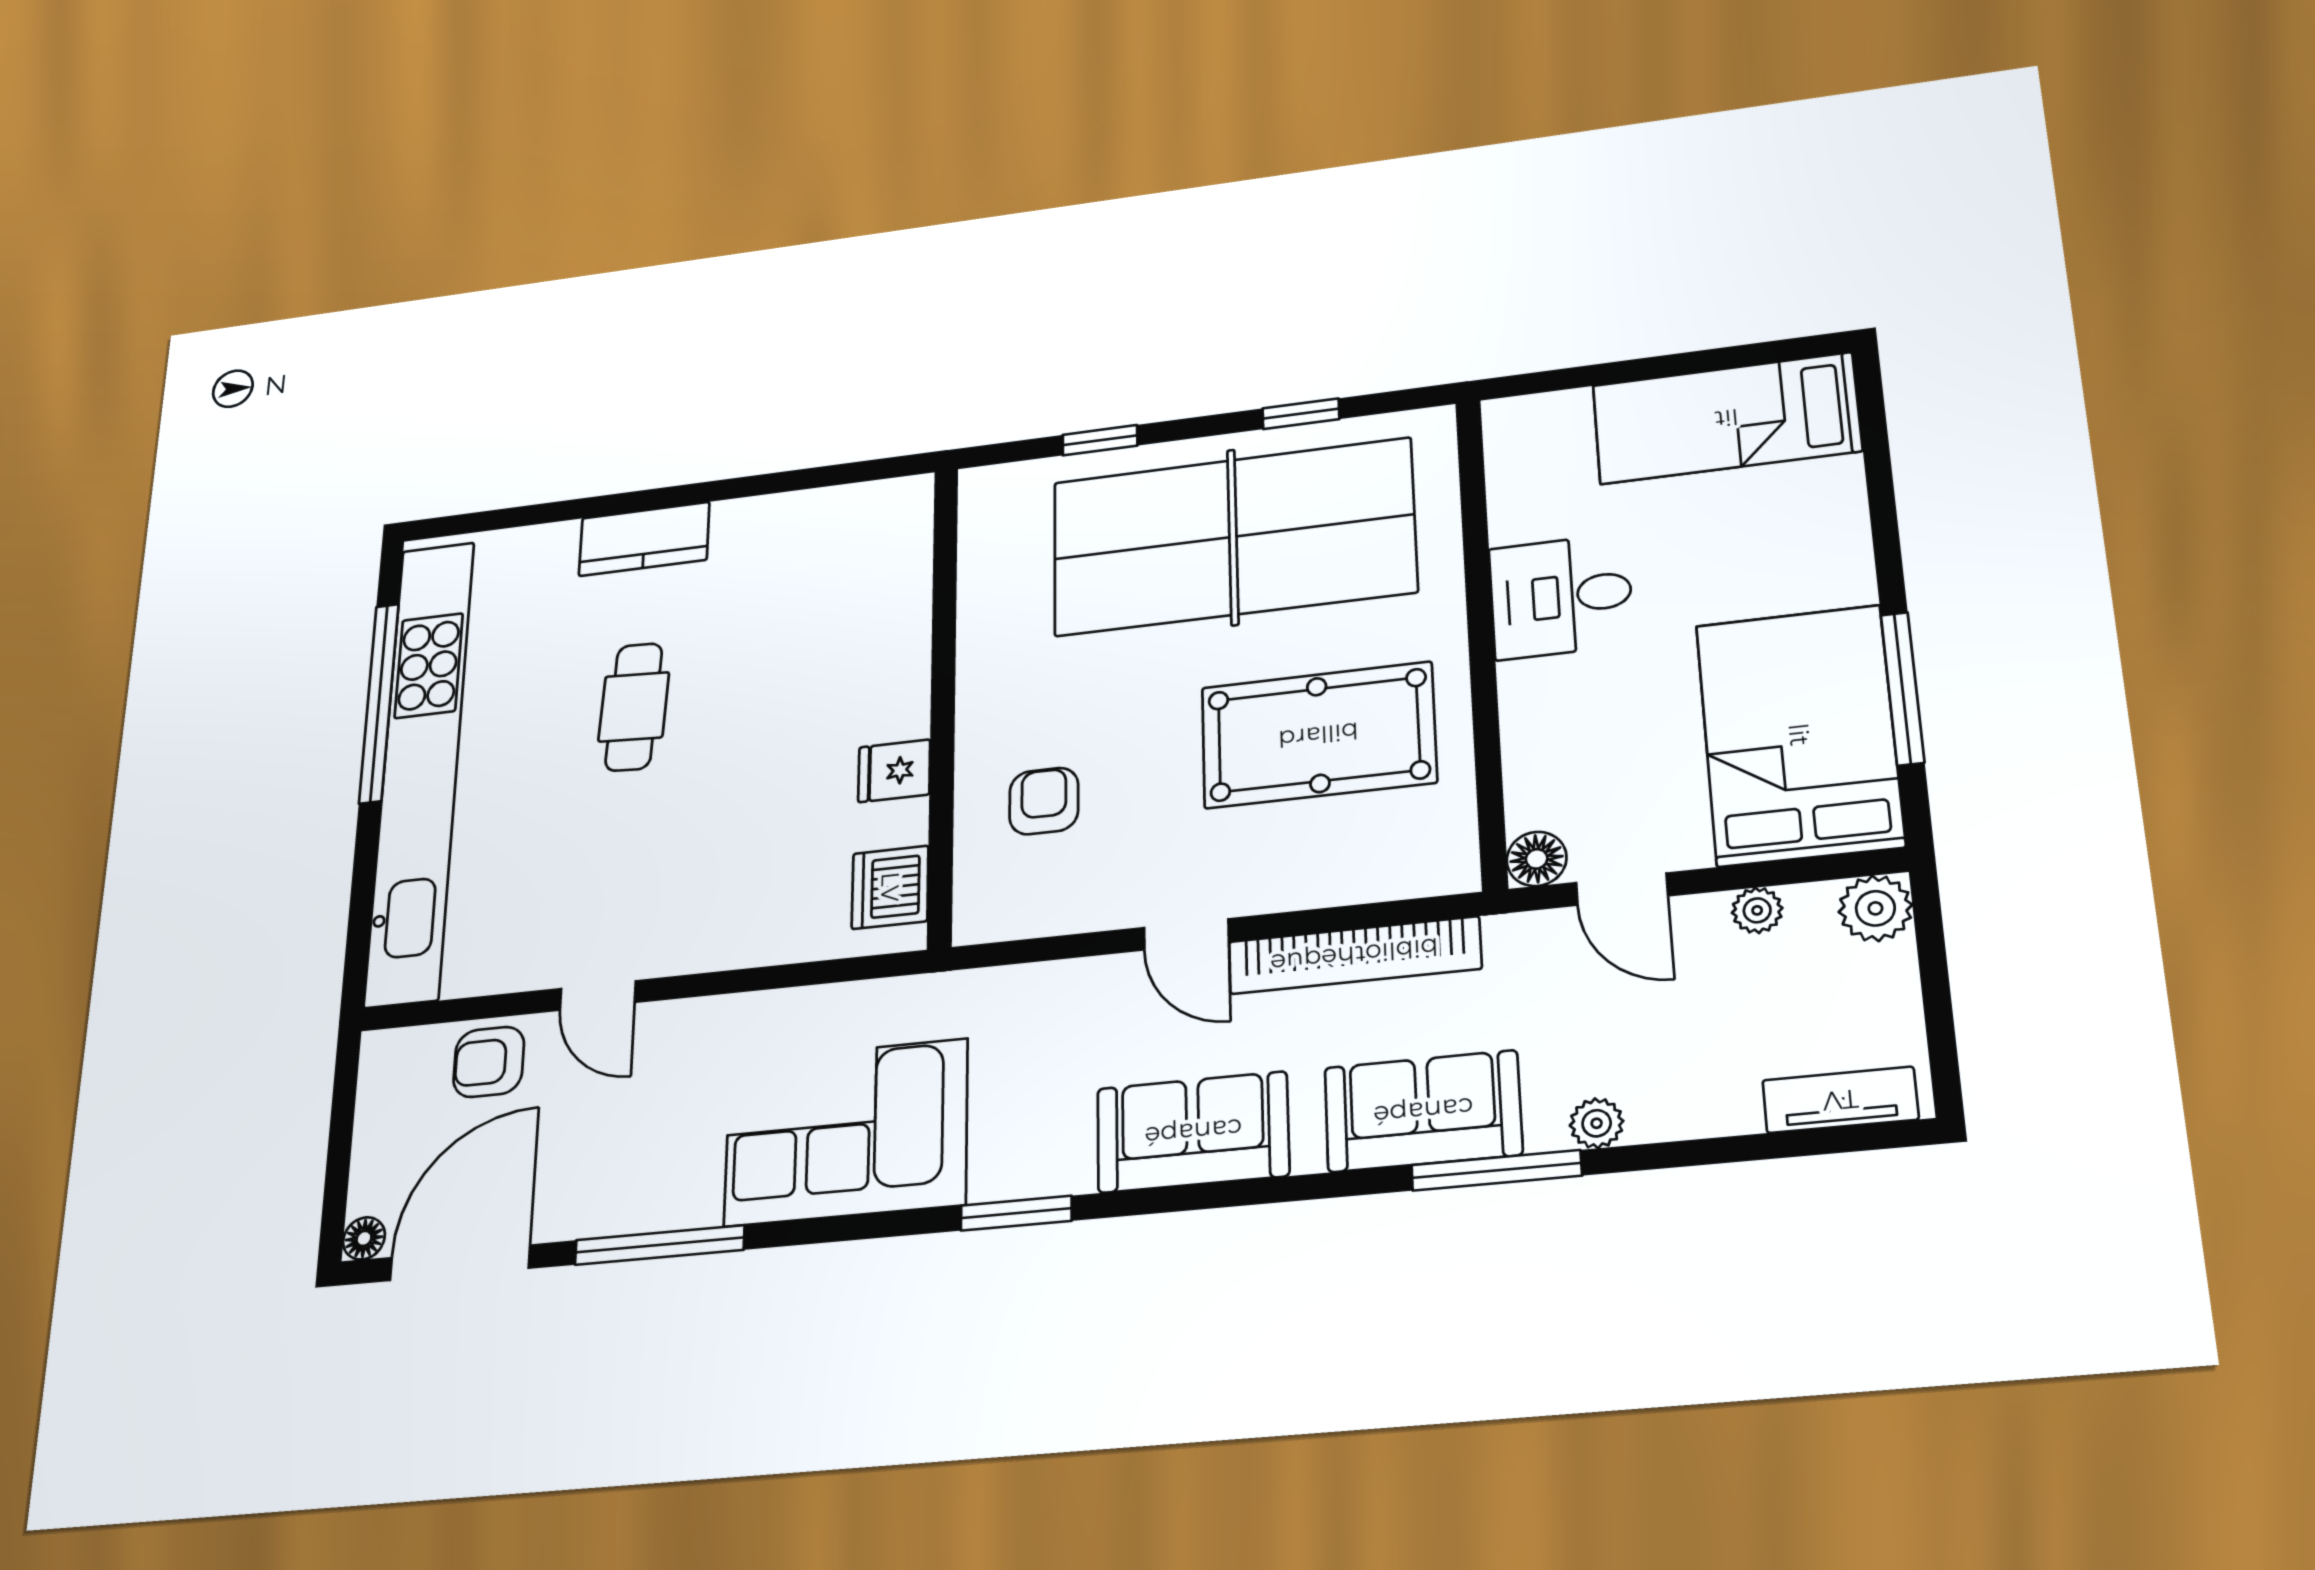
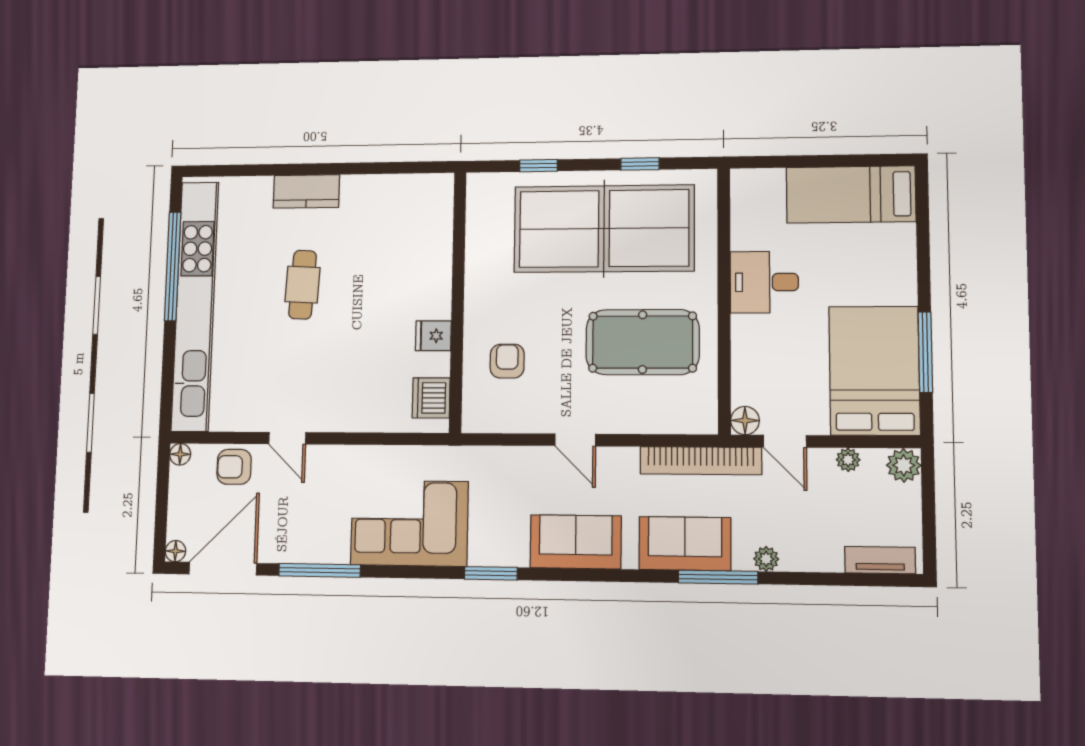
bookcase: (1354, 955) -> (701, 461), moved
floor lamp: (381, 1050) -> (180, 454), added

